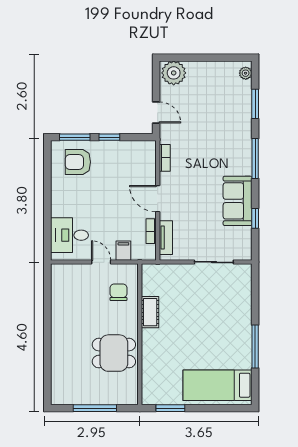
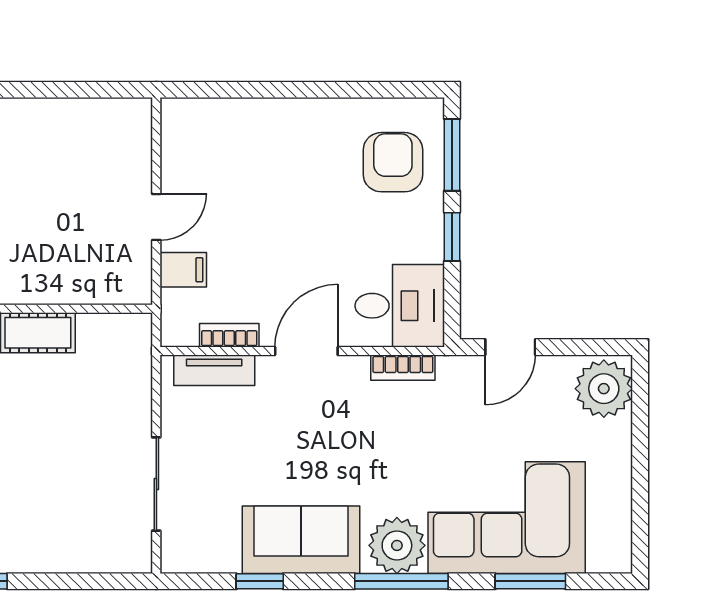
plant: (246, 73) -> (397, 545), moved, width x1.88, depth x1.88
corner sofa: (228, 114) -> (507, 518), added
desk: (69, 235) -> (400, 306), moved, turned 90
chair: (118, 292) -> (85, 258), removed

